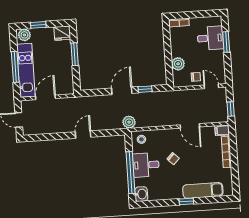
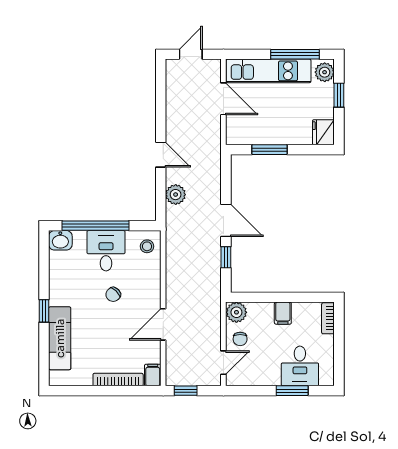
filing cabinet: (178, 51) -> (283, 313), added
window: (75, 54) -> (269, 150), moved
plant: (178, 64) -> (236, 312), moved
window: (15, 67) -> (295, 54), moved
plant: (129, 122) -> (176, 195), moved

